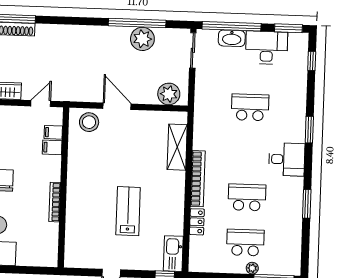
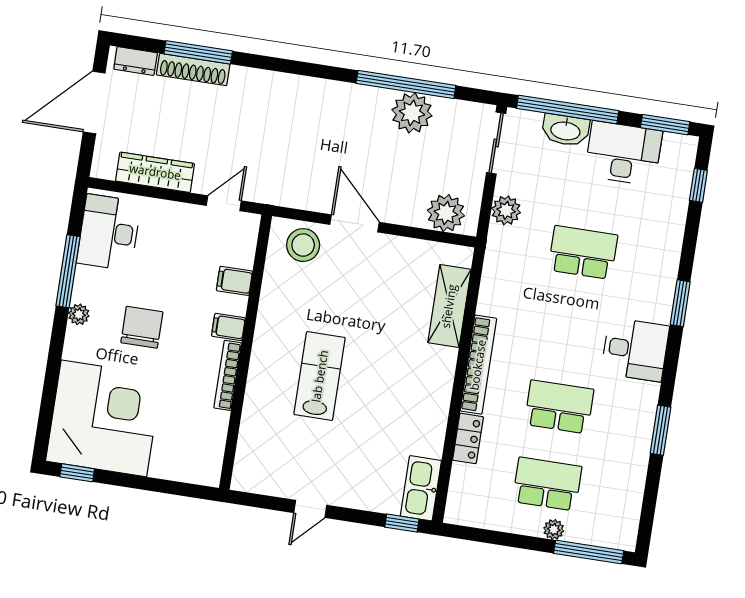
plant: (203, 88) -> (506, 210), added
filing cabinet: (53, 132) -> (228, 327), moved
lab bench: (128, 211) -> (320, 376), moved

